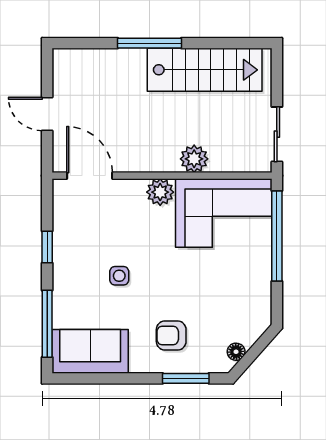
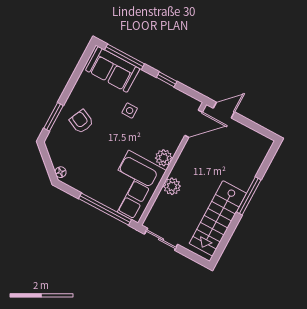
door: (47, 114) -> (224, 110), moved
armchair: (171, 336) -> (81, 122), turned -65
sofa: (90, 351) -> (113, 69), moved, turned 90
floor lamp: (236, 352) -> (61, 172), moved

